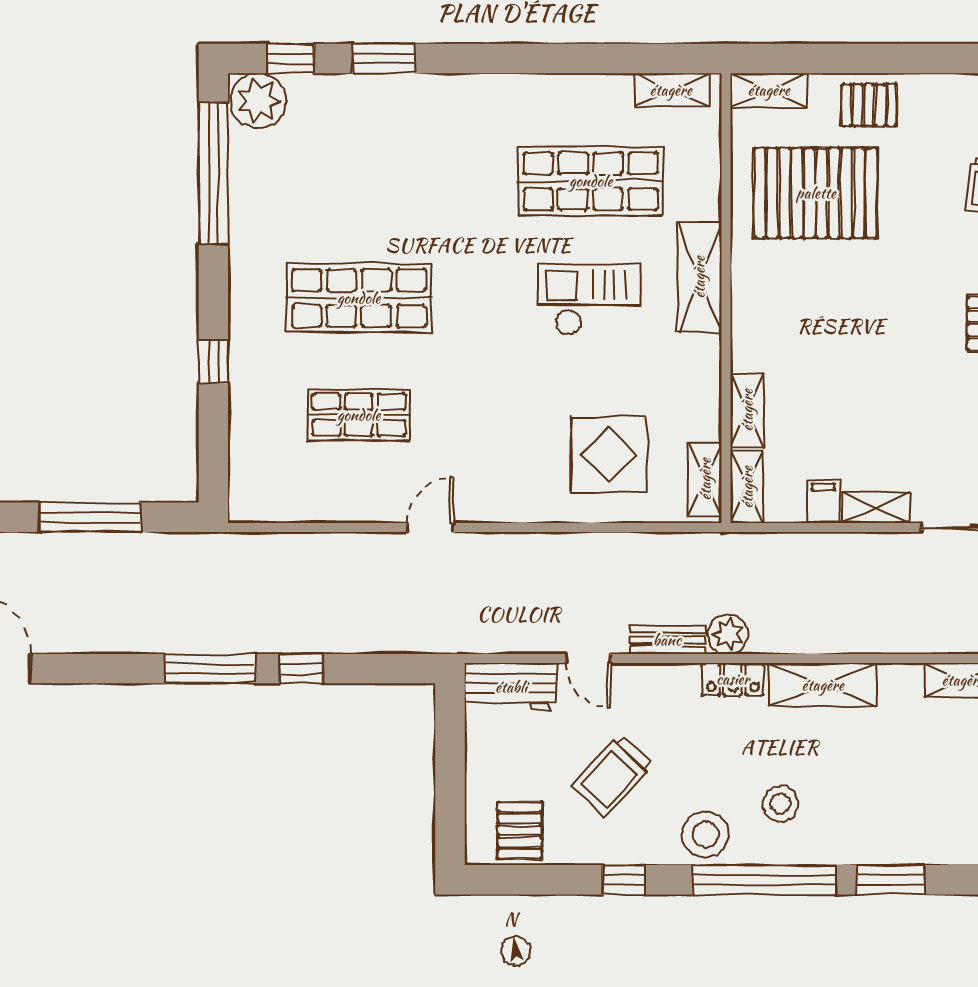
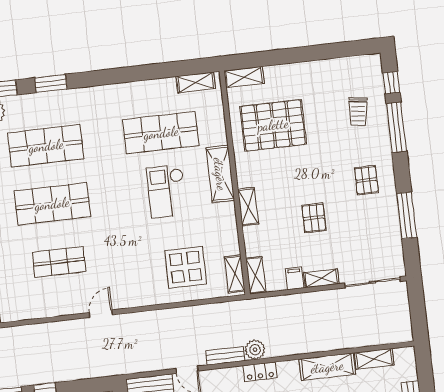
pallet: (869, 105) -> (314, 218), moved, turned 90
shop shelf: (359, 181) -> (46, 146), added
checkout: (589, 299) -> (167, 191), turned -90
shelving: (747, 410) -> (248, 207), moved
shelving: (823, 685) -> (327, 367), moved

